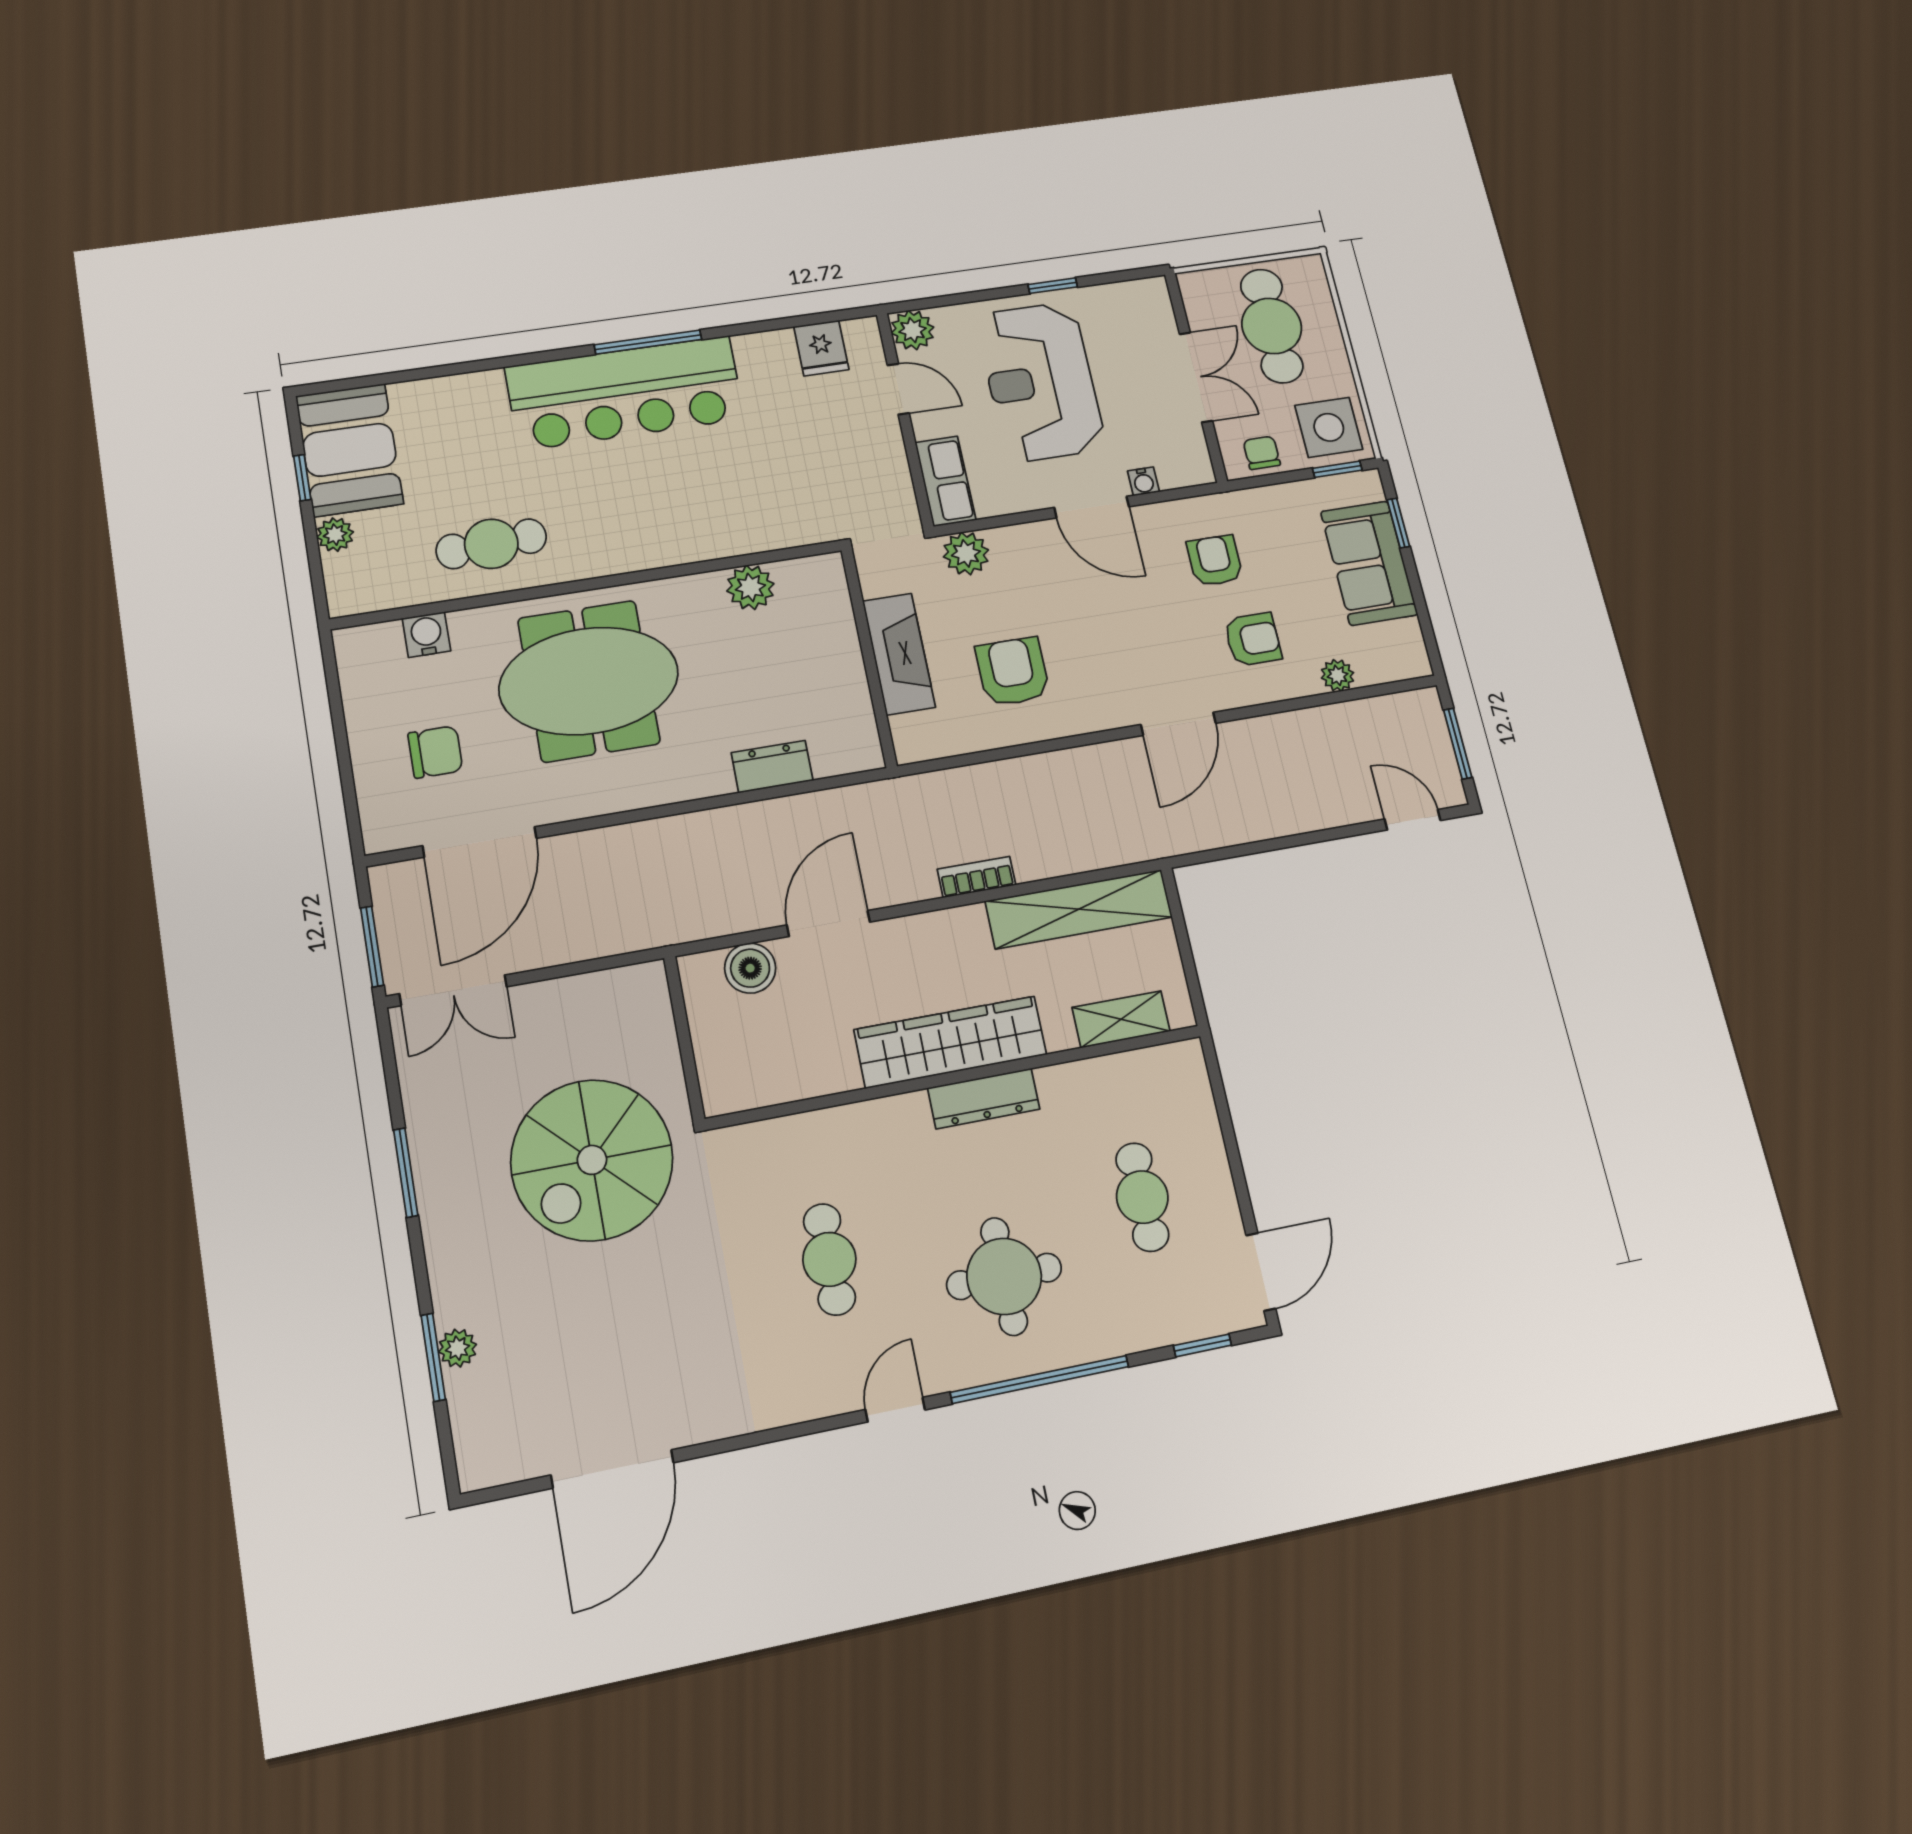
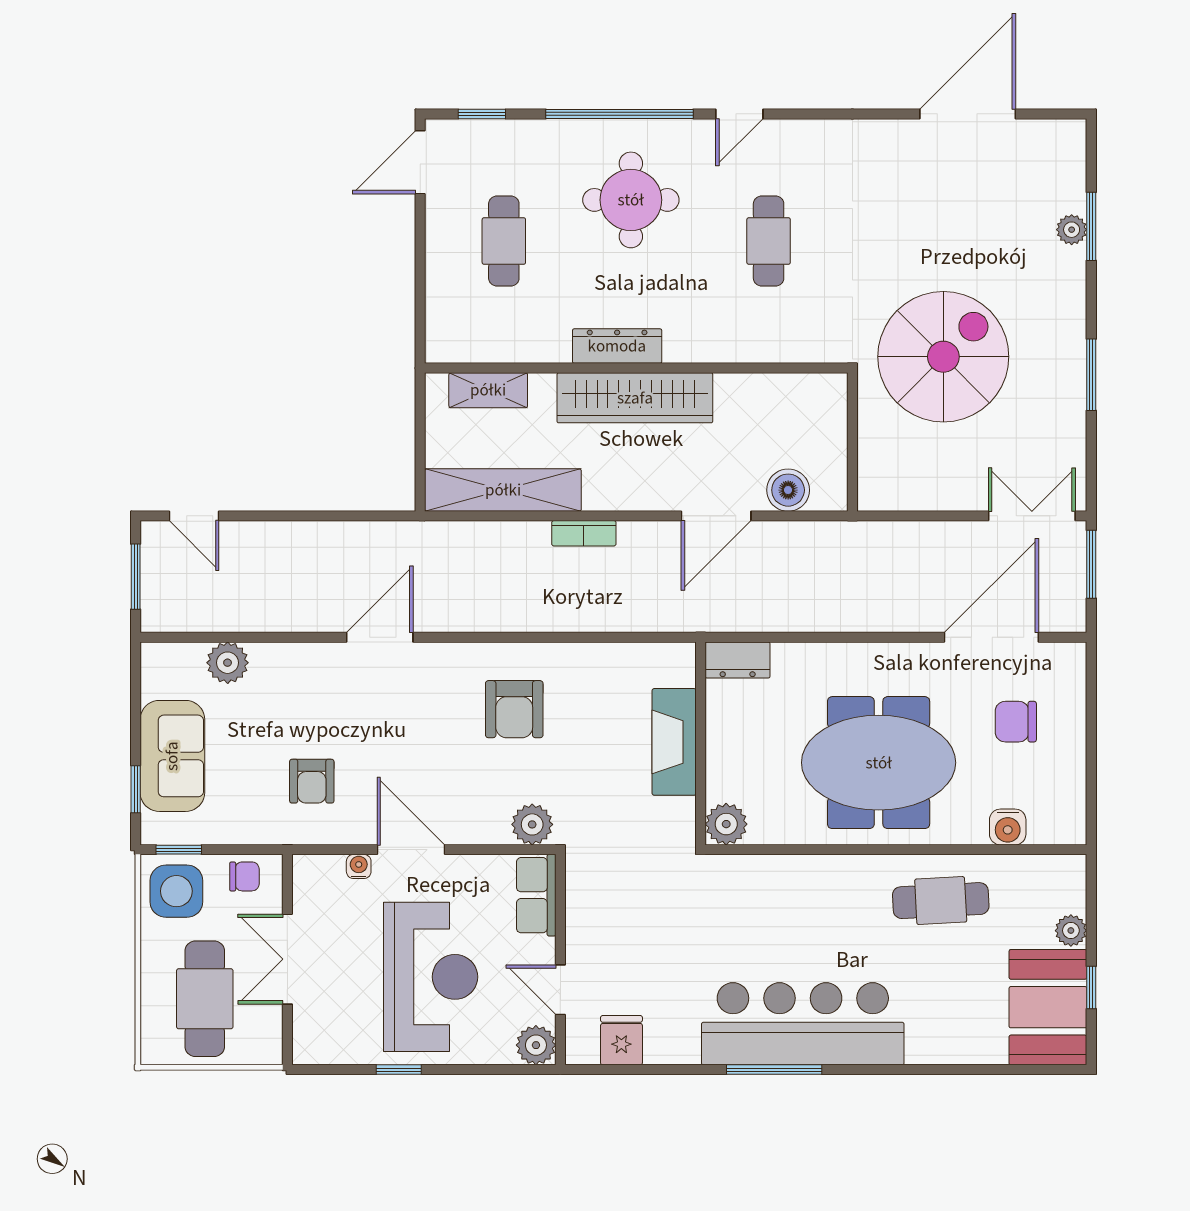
chair: (1262, 453) -> (244, 876), turned -90
armchair: (1253, 639) -> (295, 703), removed
fireplace: (899, 654) -> (674, 742), moved
wall: (869, 657) -> (701, 743), moved
plant: (1338, 675) -> (228, 663), width x1.38, depth x1.38

